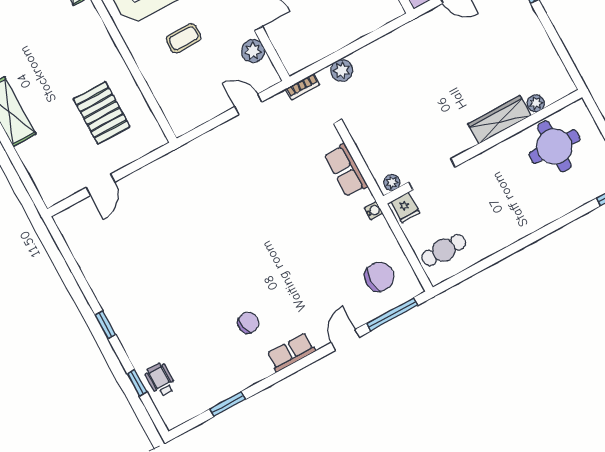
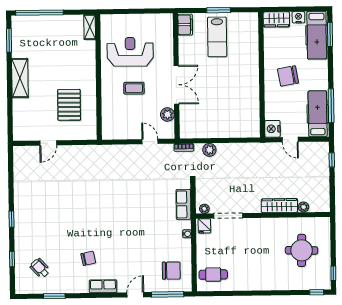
plant: (536, 103) -> (304, 207), moved
wardrobe: (499, 120) -> (279, 206), moved
wall: (483, 147) -> (263, 215), moved
doorway: (432, 174) -> (228, 216), moved
plant: (392, 182) -> (204, 209), moved
fridge: (405, 207) -> (204, 226), moved
wheelchair: (160, 380) -> (40, 268), moved, turned -43

